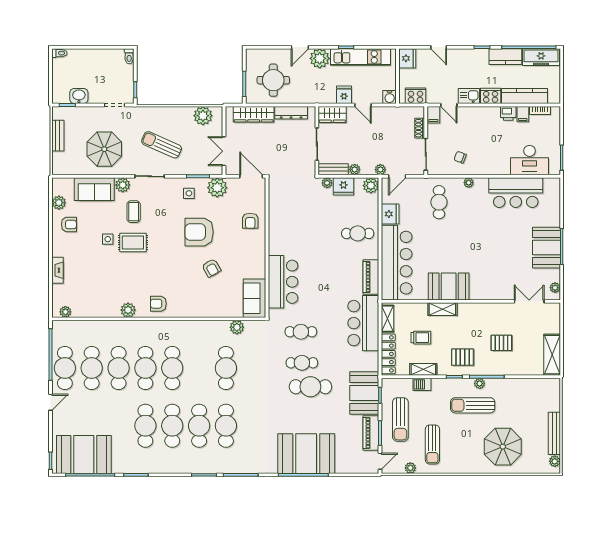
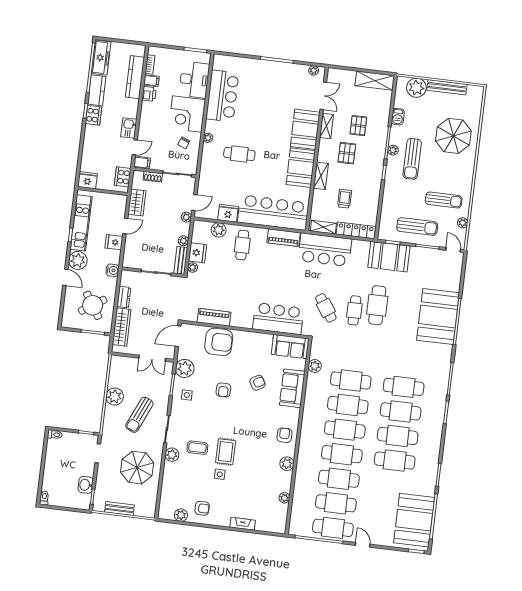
door: (439, 47) -> (81, 150), removed
round table: (273, 80) -> (93, 305), turned -33
cooker: (491, 96) -> (93, 115), moved, turned 180
water cooler: (390, 97) -> (113, 270), moved
dresser: (291, 113) -> (124, 297), width x0.70
wardrobe: (332, 114) -> (137, 202), moved
plant: (203, 116) -> (115, 397), moved
corner desk: (492, 157) -> (187, 114), added
door: (397, 176) -> (194, 203), hinge flipped
plant: (371, 186) -> (219, 230), moved
sofa: (94, 189) -> (292, 388), moved, turned 180
cafe table: (439, 202) -> (239, 154), moved
armchair: (250, 221) -> (219, 342), width x1.88, depth x1.88
armchair: (69, 224) -> (202, 508), turned 90
armchair: (199, 232) -> (223, 390), width x0.53, depth x0.53
booth: (546, 248) -> (305, 129), moved, turned 90
double door: (529, 301) -> (323, 96), swing flipped
armchair: (158, 304) -> (284, 435), turned 180
plant: (65, 312) -> (284, 498), moved
cafe table: (301, 332) -> (326, 308), turned -34
pallet: (463, 357) -> (347, 153), moved
cafe table: (199, 368) -> (348, 405), added
shelving: (423, 369) -> (327, 126), moved
barbecue: (422, 384) -> (398, 117), moved
piano: (371, 433) -> (214, 317), moved, turned 180
plant: (555, 461) -> (416, 88), moved, width x1.88, depth x1.88

